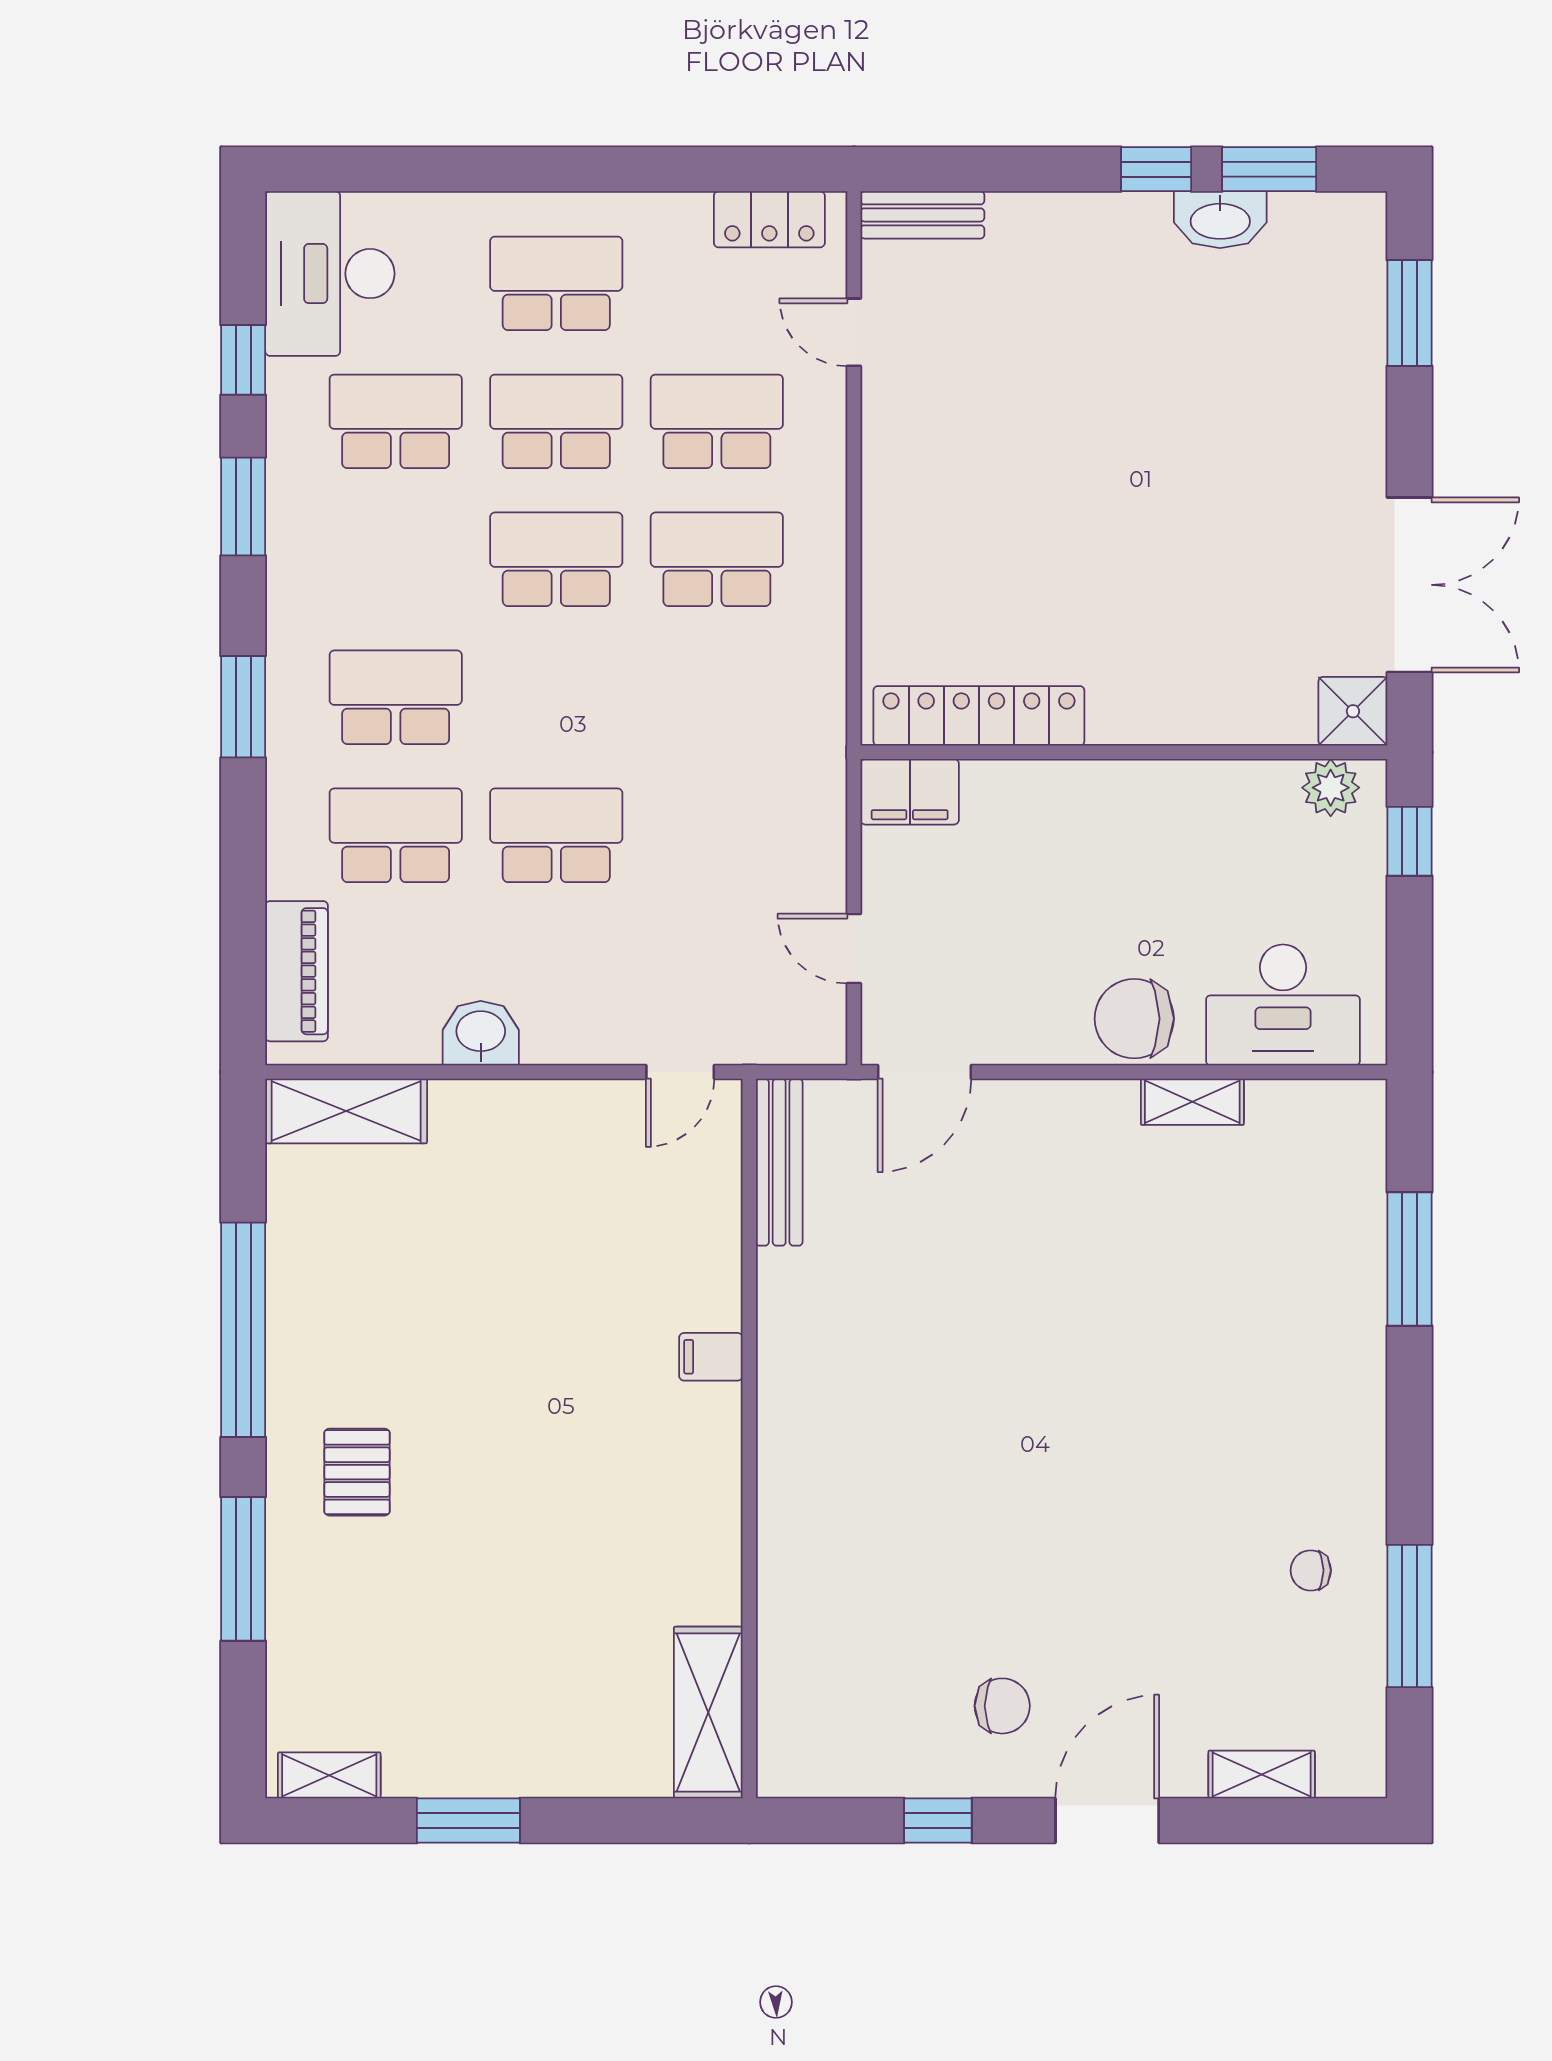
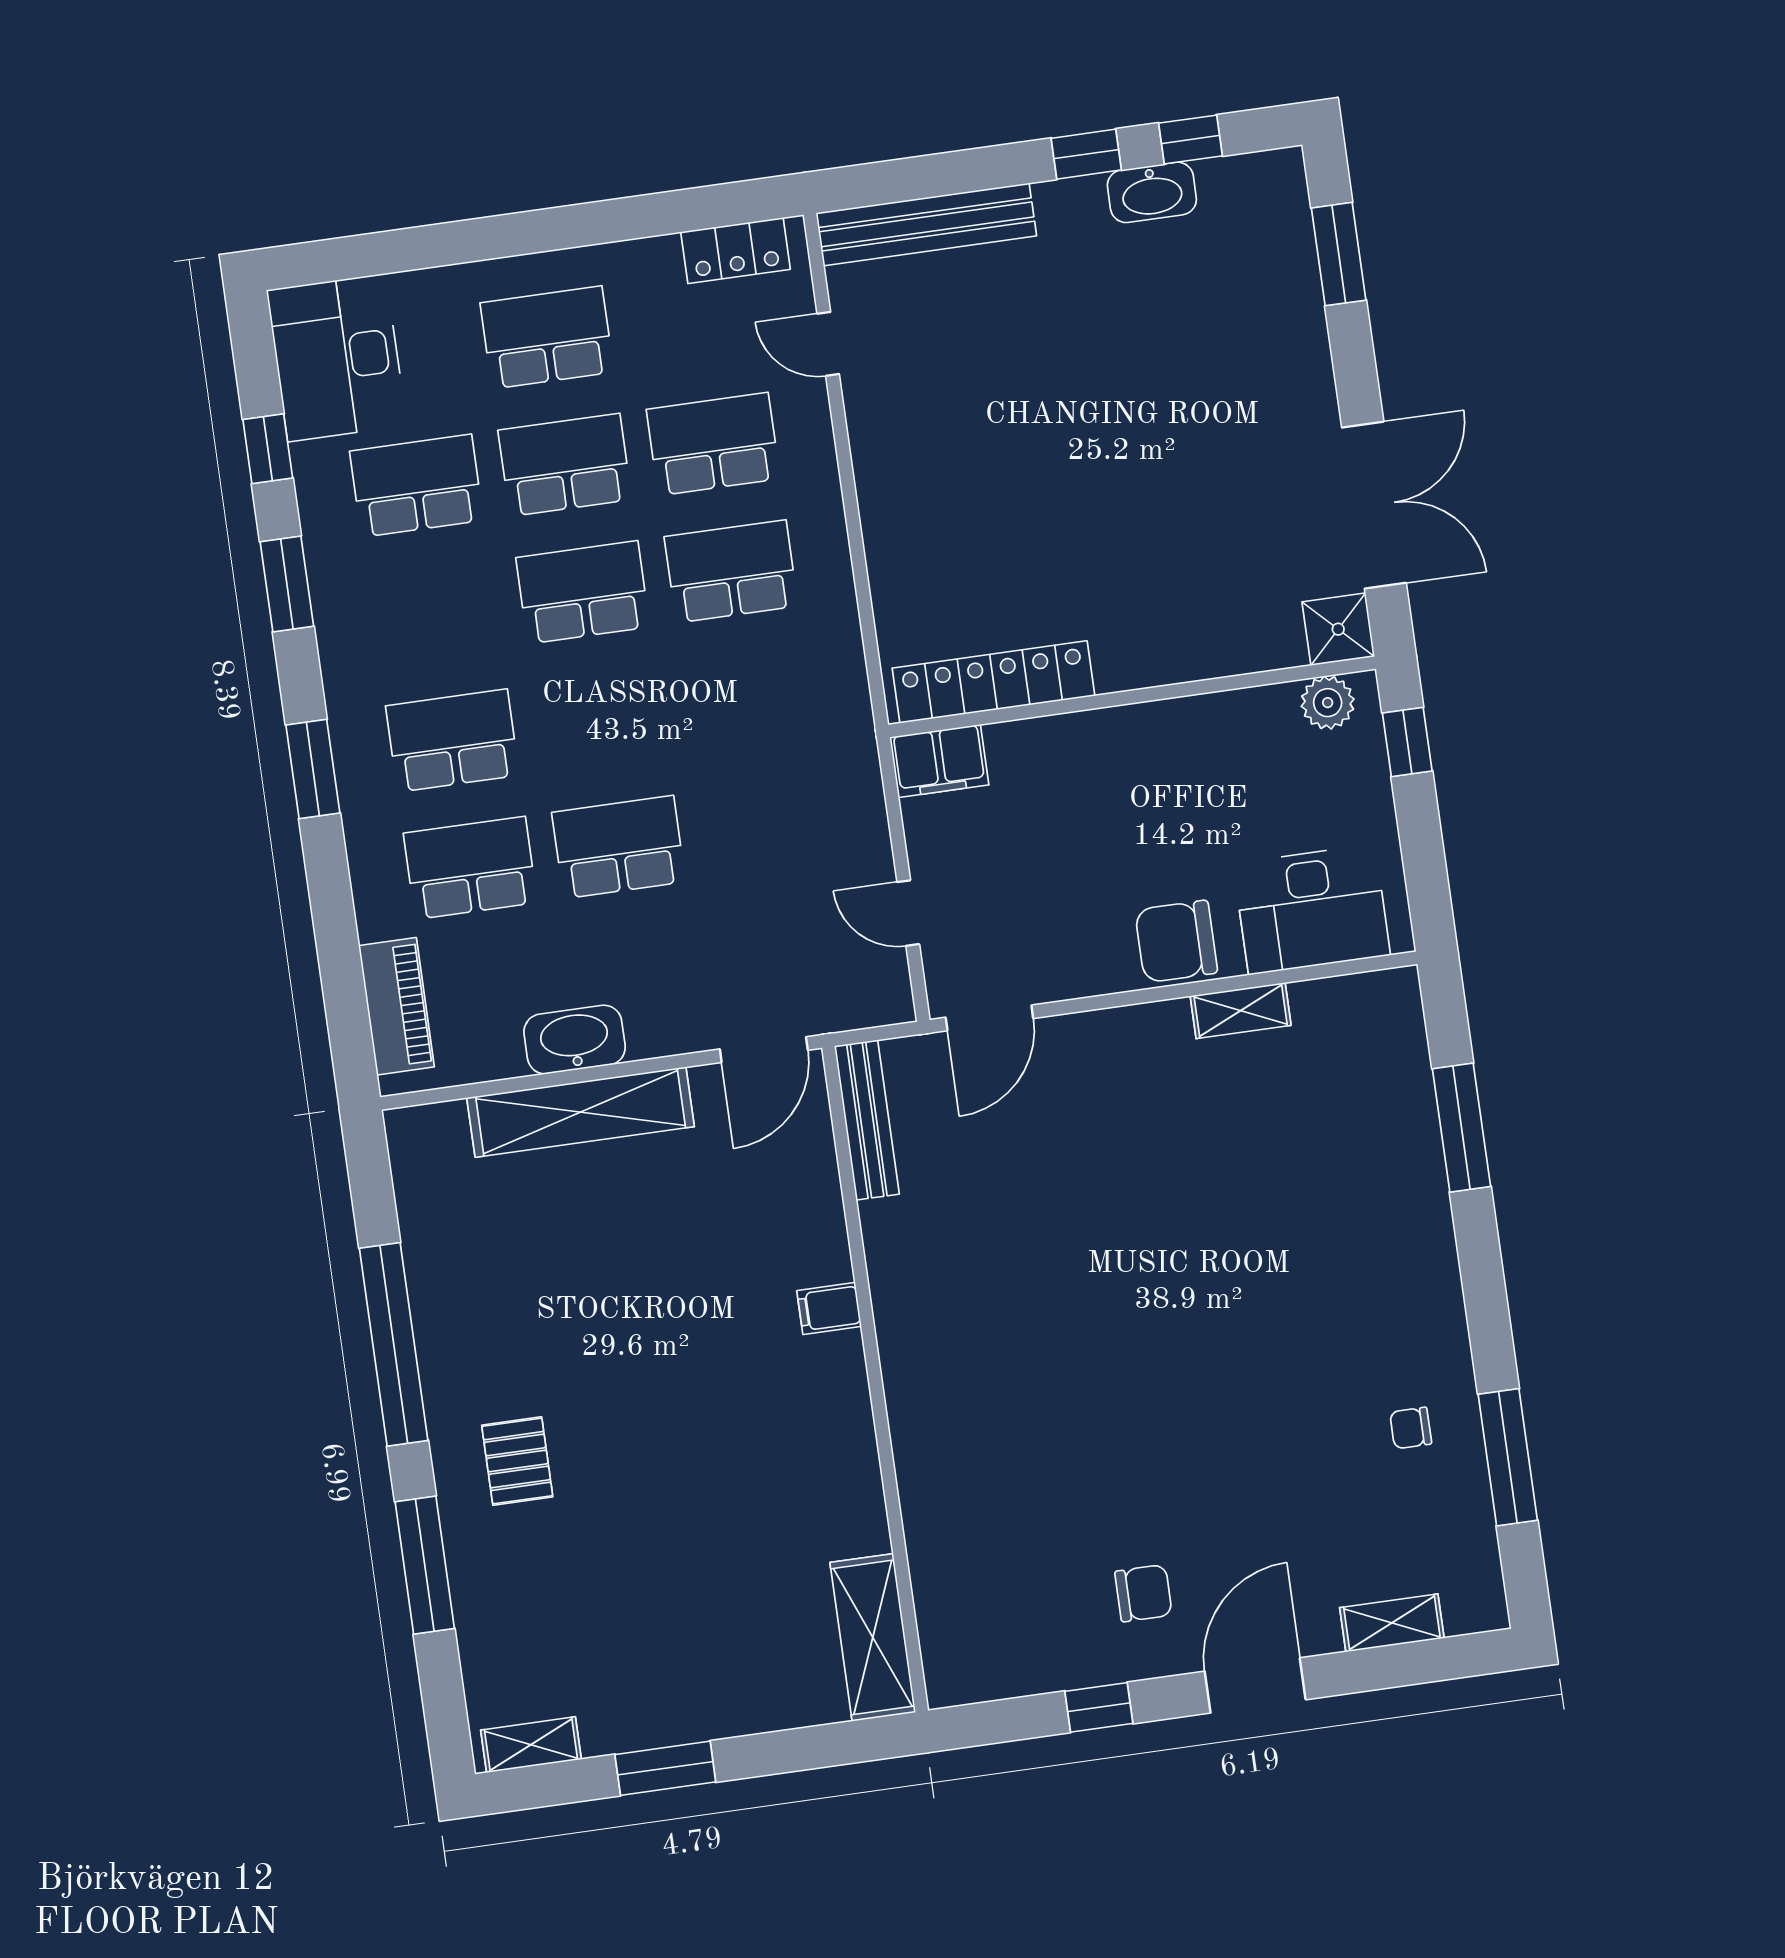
window: (1269, 169) -> (1190, 139), width x0.67
bench: (922, 215) -> (926, 224), width x1.86, depth x1.21
washbasin: (481, 1033) -> (575, 1040), width x1.38
door: (680, 1072) -> (764, 1050), width x1.38
shelving: (346, 1111) -> (581, 1112), moved, width x1.47

